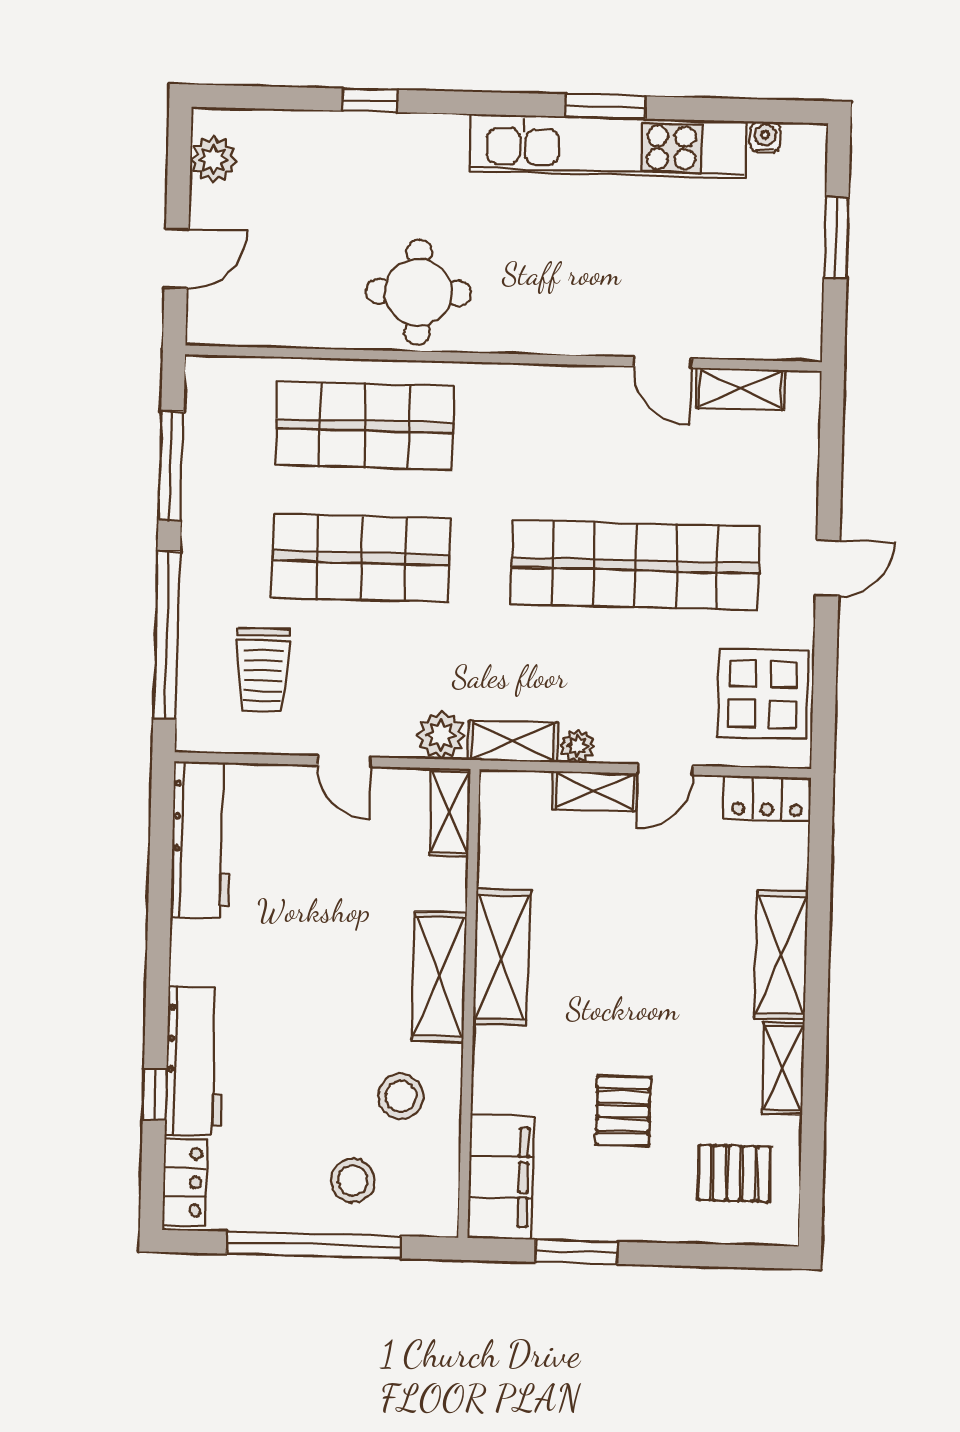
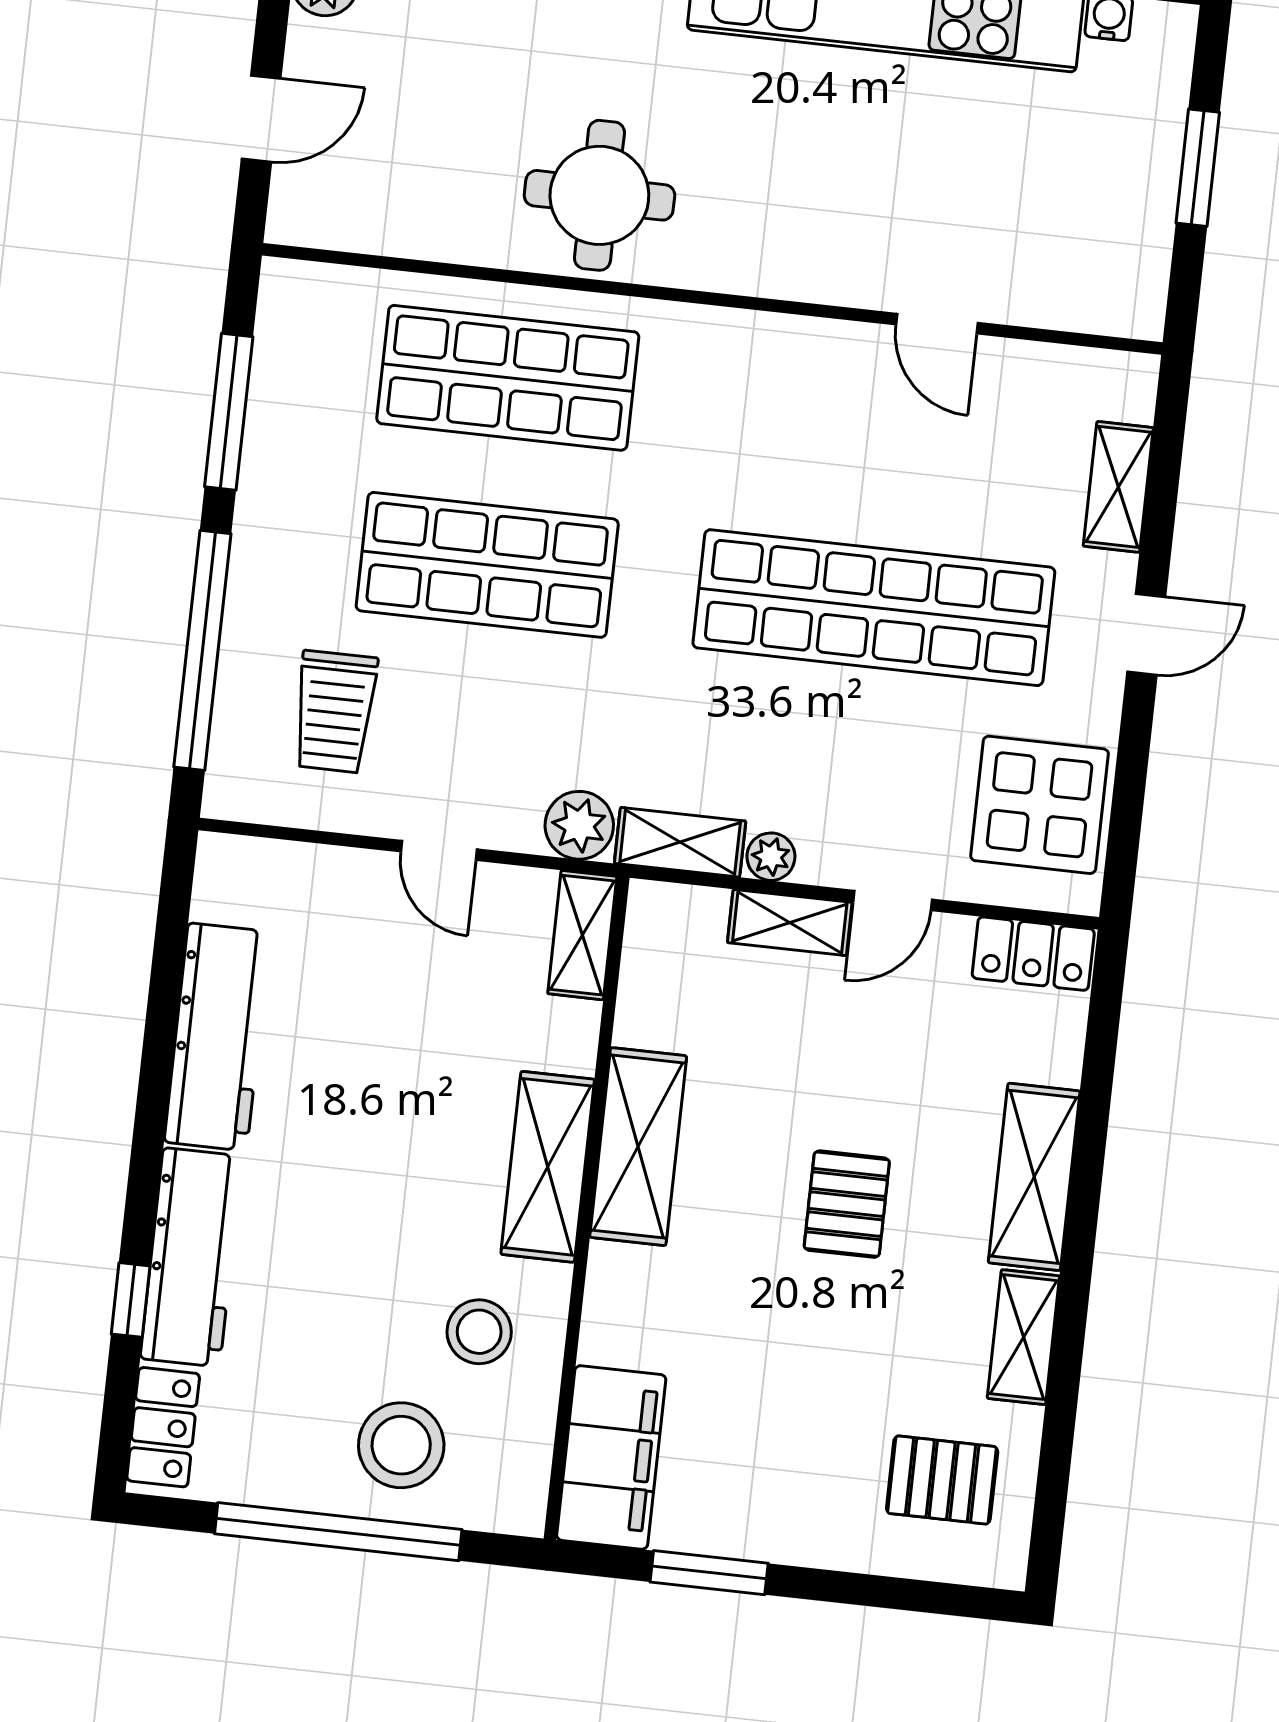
shelving: (741, 389) -> (1118, 487), moved, turned 90
workbench: (202, 840) -> (217, 1037), moved
pallet: (623, 1111) -> (847, 1204), moved
stool: (353, 1181) -> (401, 1445), width x1.38, depth x1.38

